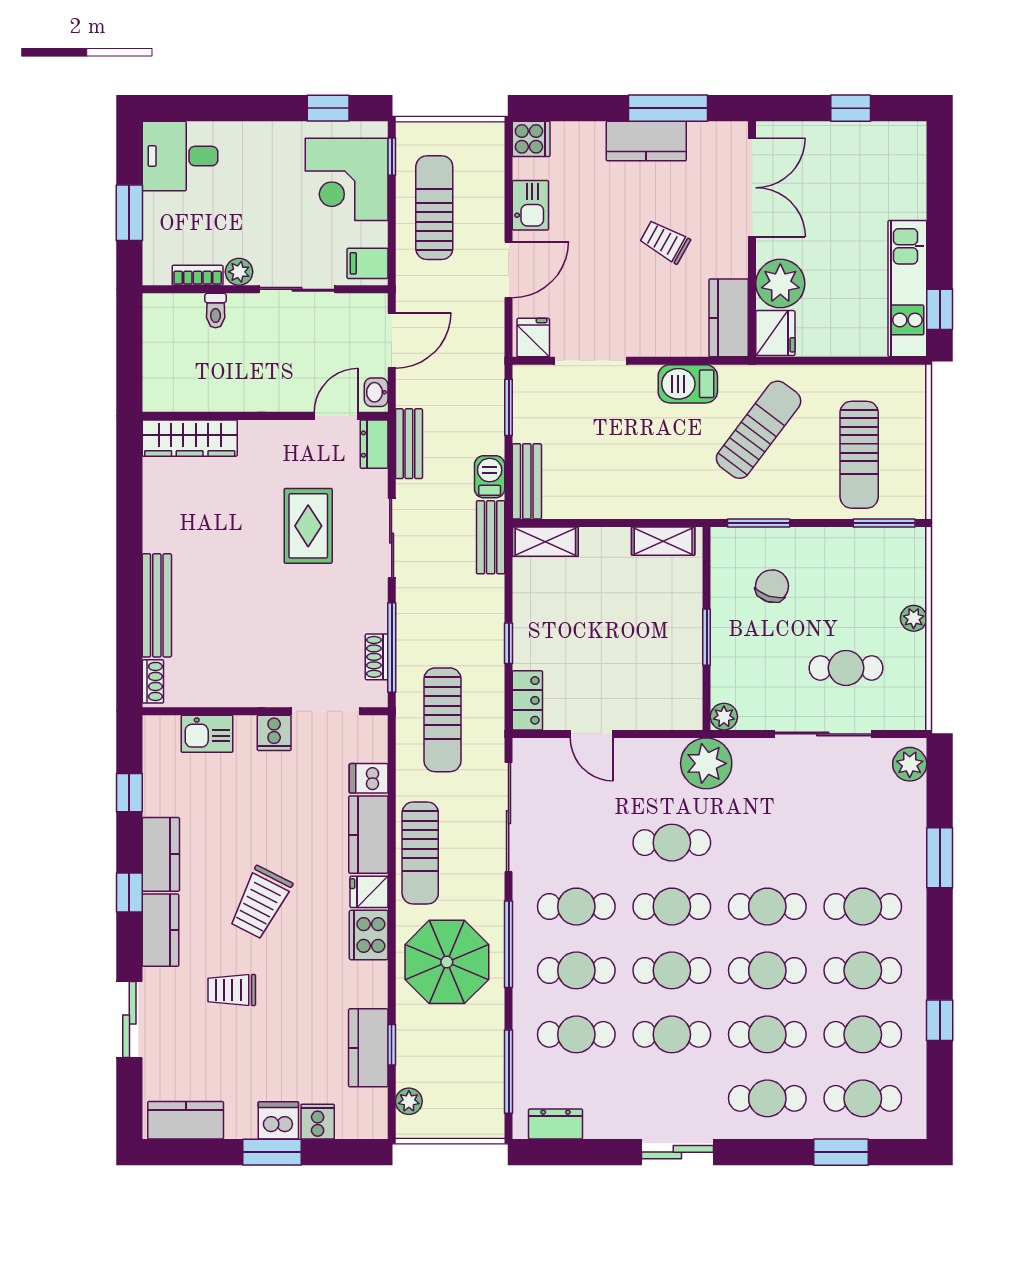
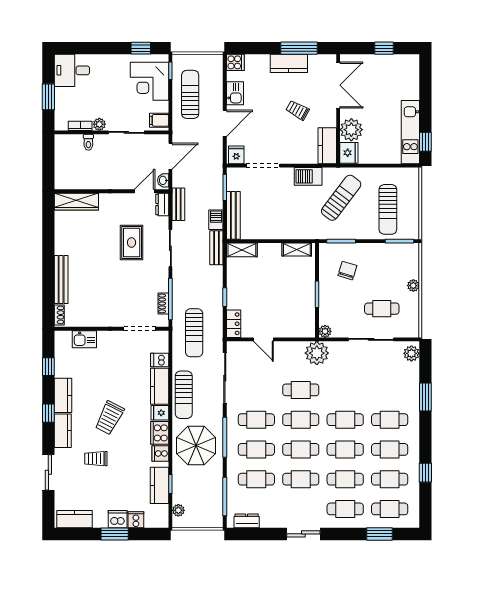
bench: (527, 481) -> (233, 215), width x1.36
cooker: (274, 733) -> (160, 453), moved, turned 90

